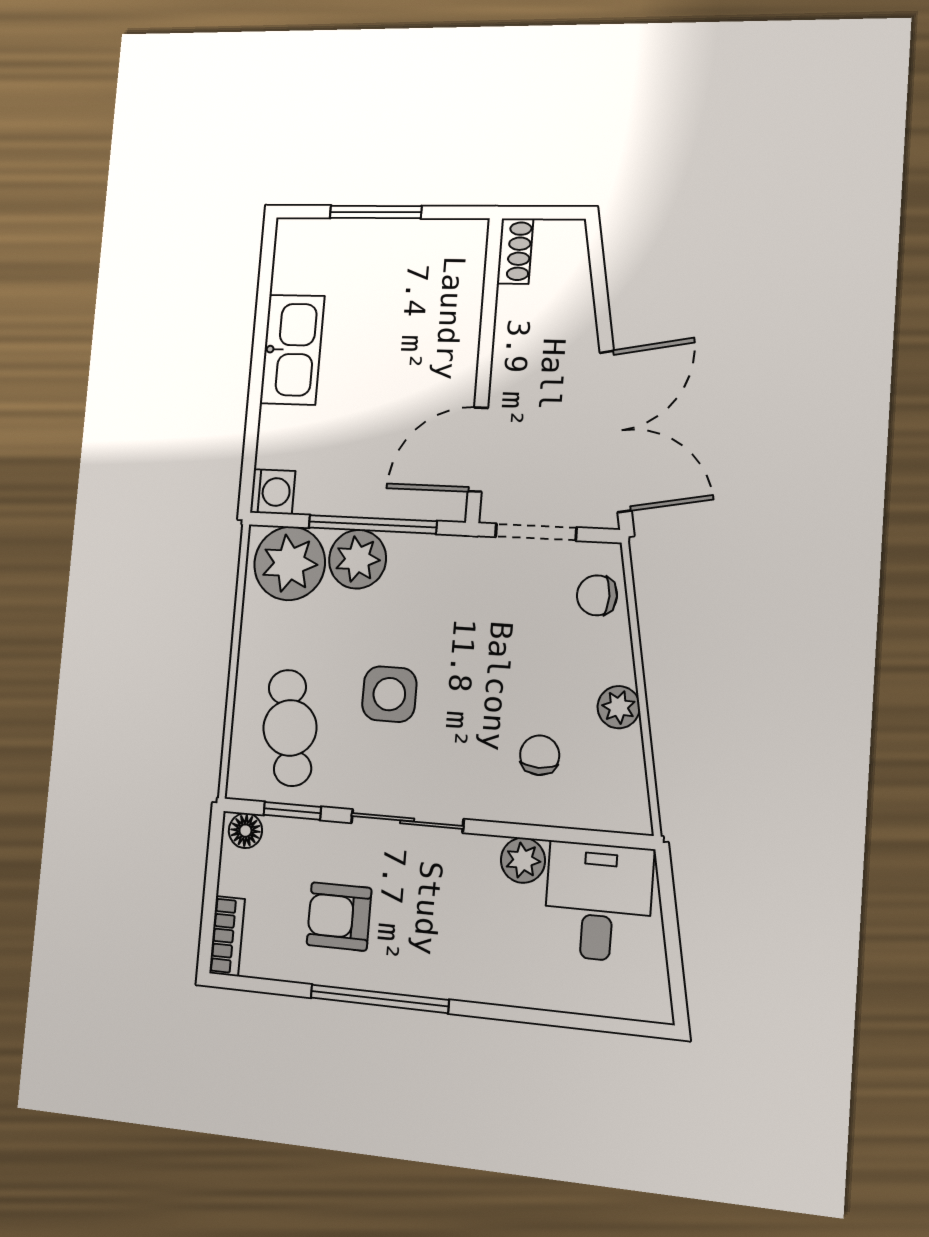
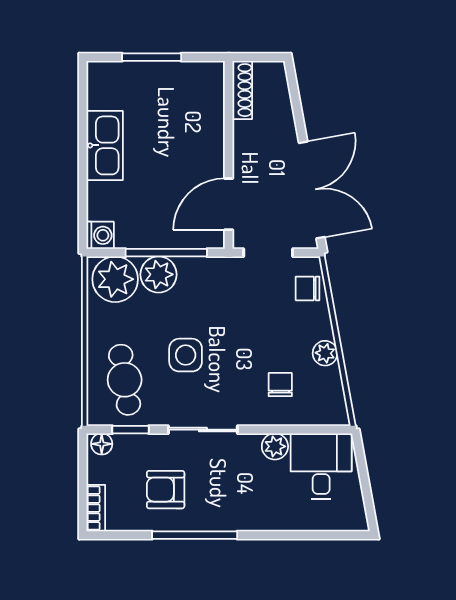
shoe rack: (515, 251) -> (242, 90), width x1.43

